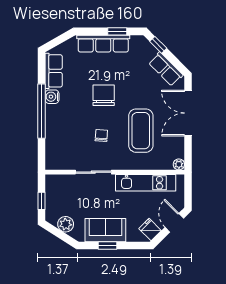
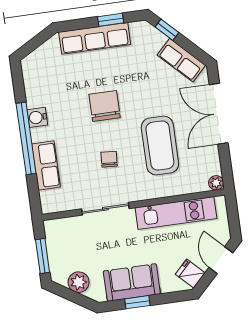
row of seats: (54, 71) -> (46, 166), moved
window: (41, 201) -> (43, 256), width x1.50

